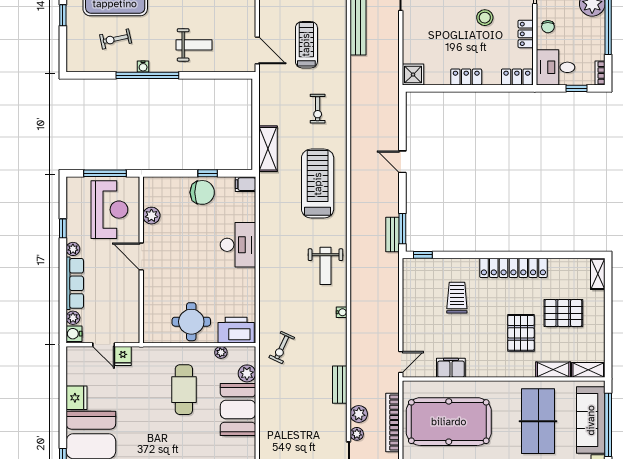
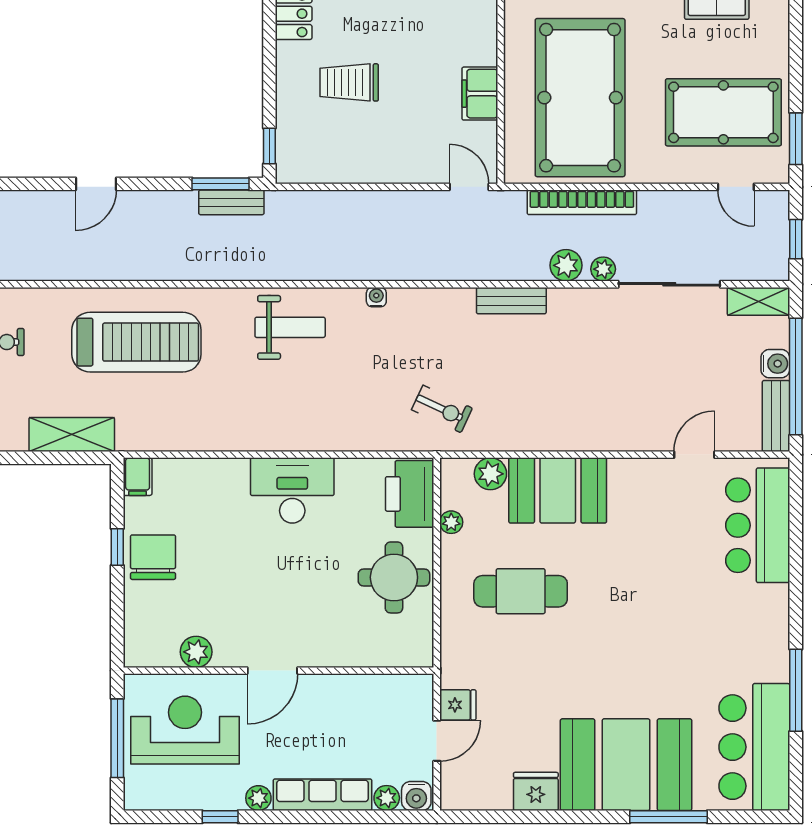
treadmill: (318, 184) -> (136, 342), turned 180
desk: (238, 245) -> (292, 490), moved

